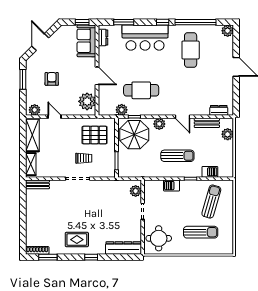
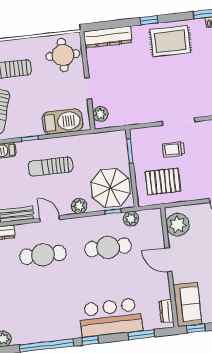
cafe table: (191, 50) -> (43, 255), moved, turned 90
barbecue: (172, 186) -> (62, 122), width x1.88, depth x1.53
rug: (77, 240) -> (170, 41), width x1.36, depth x1.43

